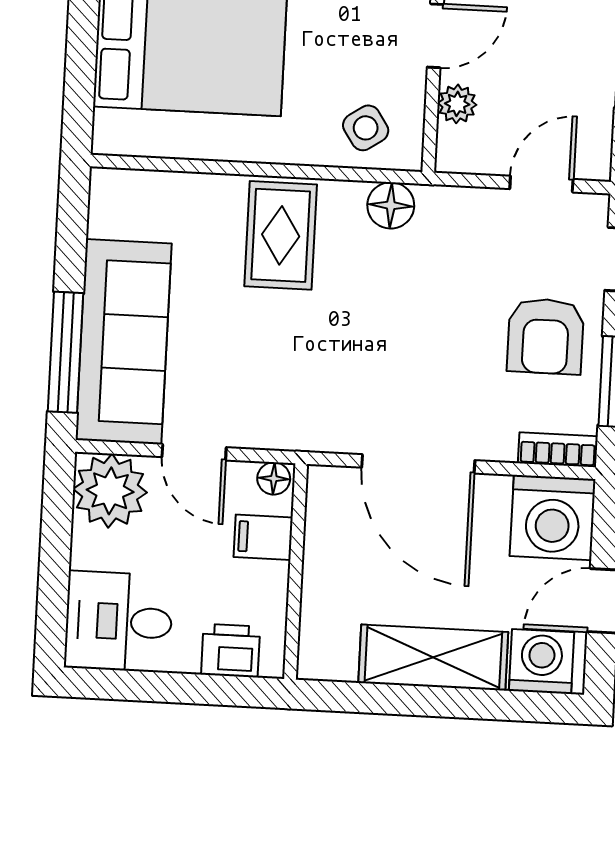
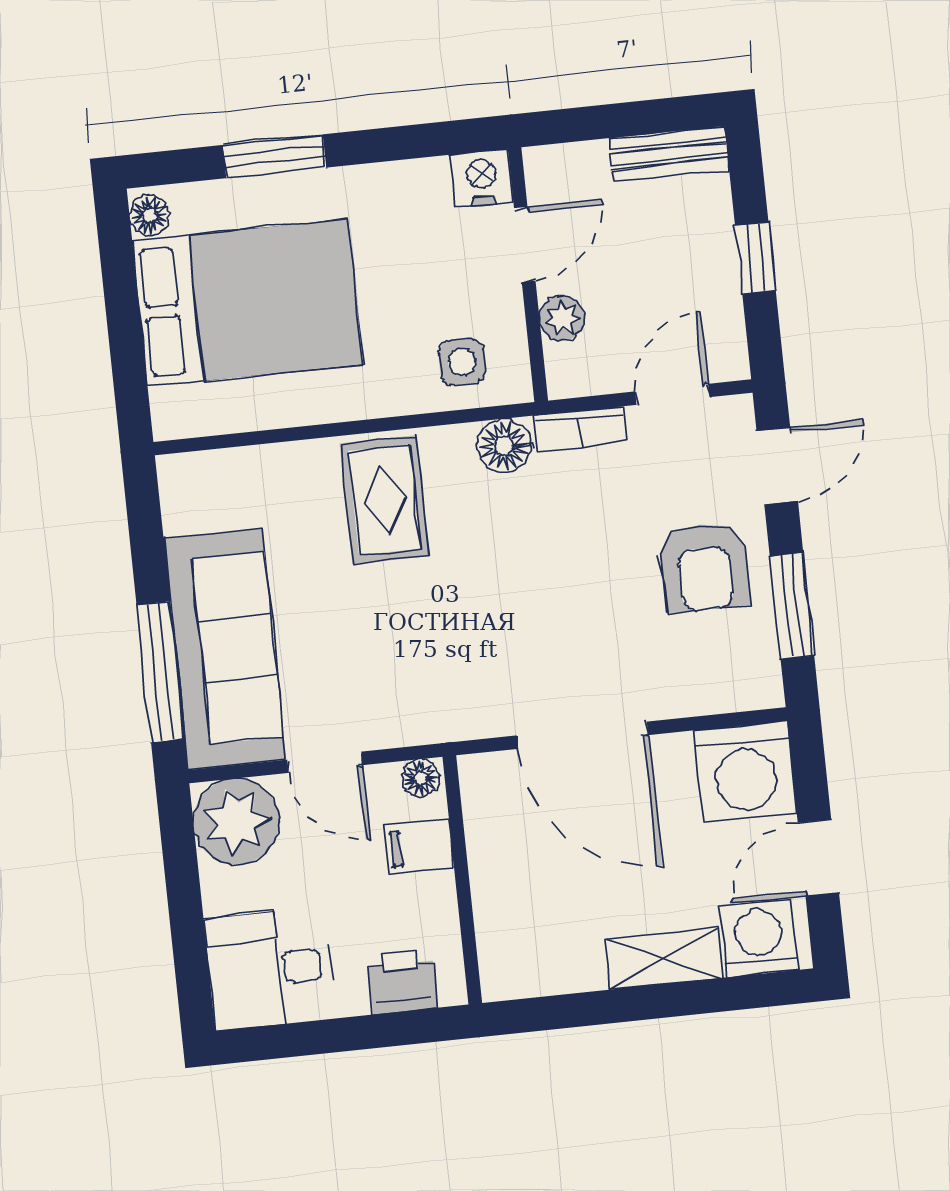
side table: (366, 128) -> (462, 362), turned 34
bookcase: (558, 450) -> (580, 429), moved, turned 180
shelving: (433, 657) -> (664, 959), width x0.67, depth x0.75

